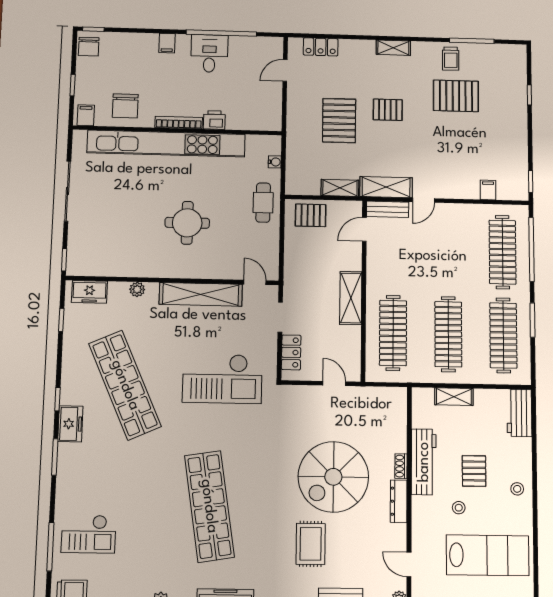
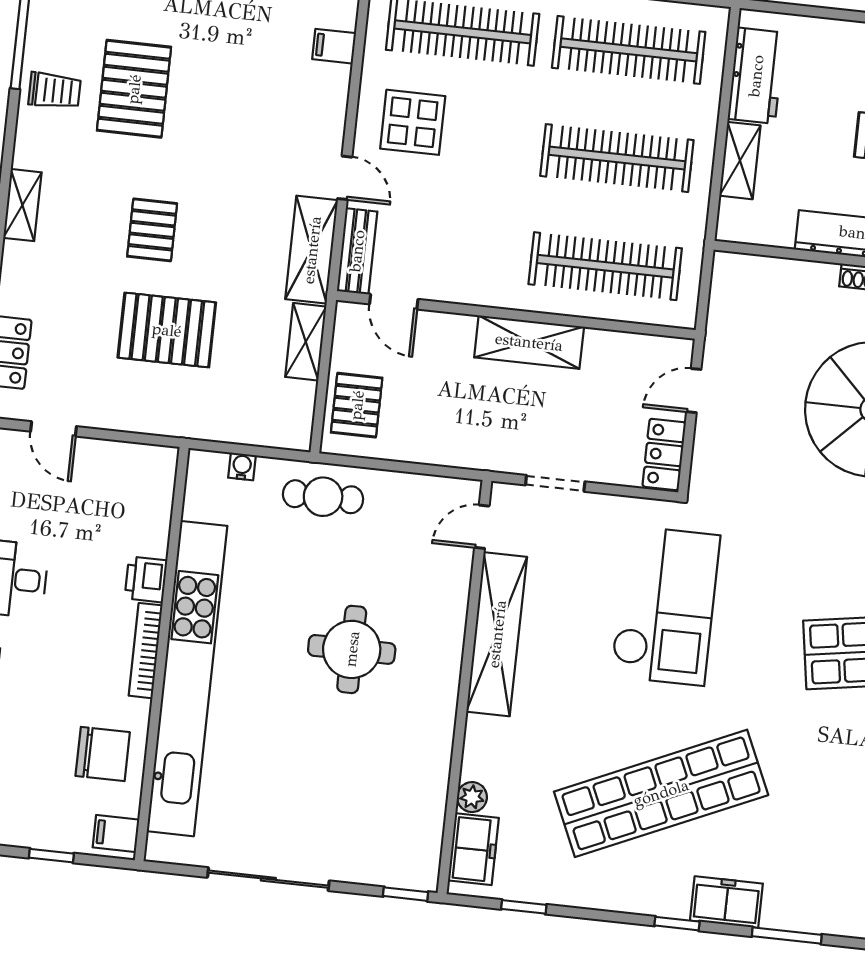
display table: (455, 231) -> (413, 122), added
plant: (137, 289) -> (472, 797), moved
locker: (291, 352) -> (664, 454), moved, turned -90
workbench: (519, 413) -> (756, 76), moved, turned -90

